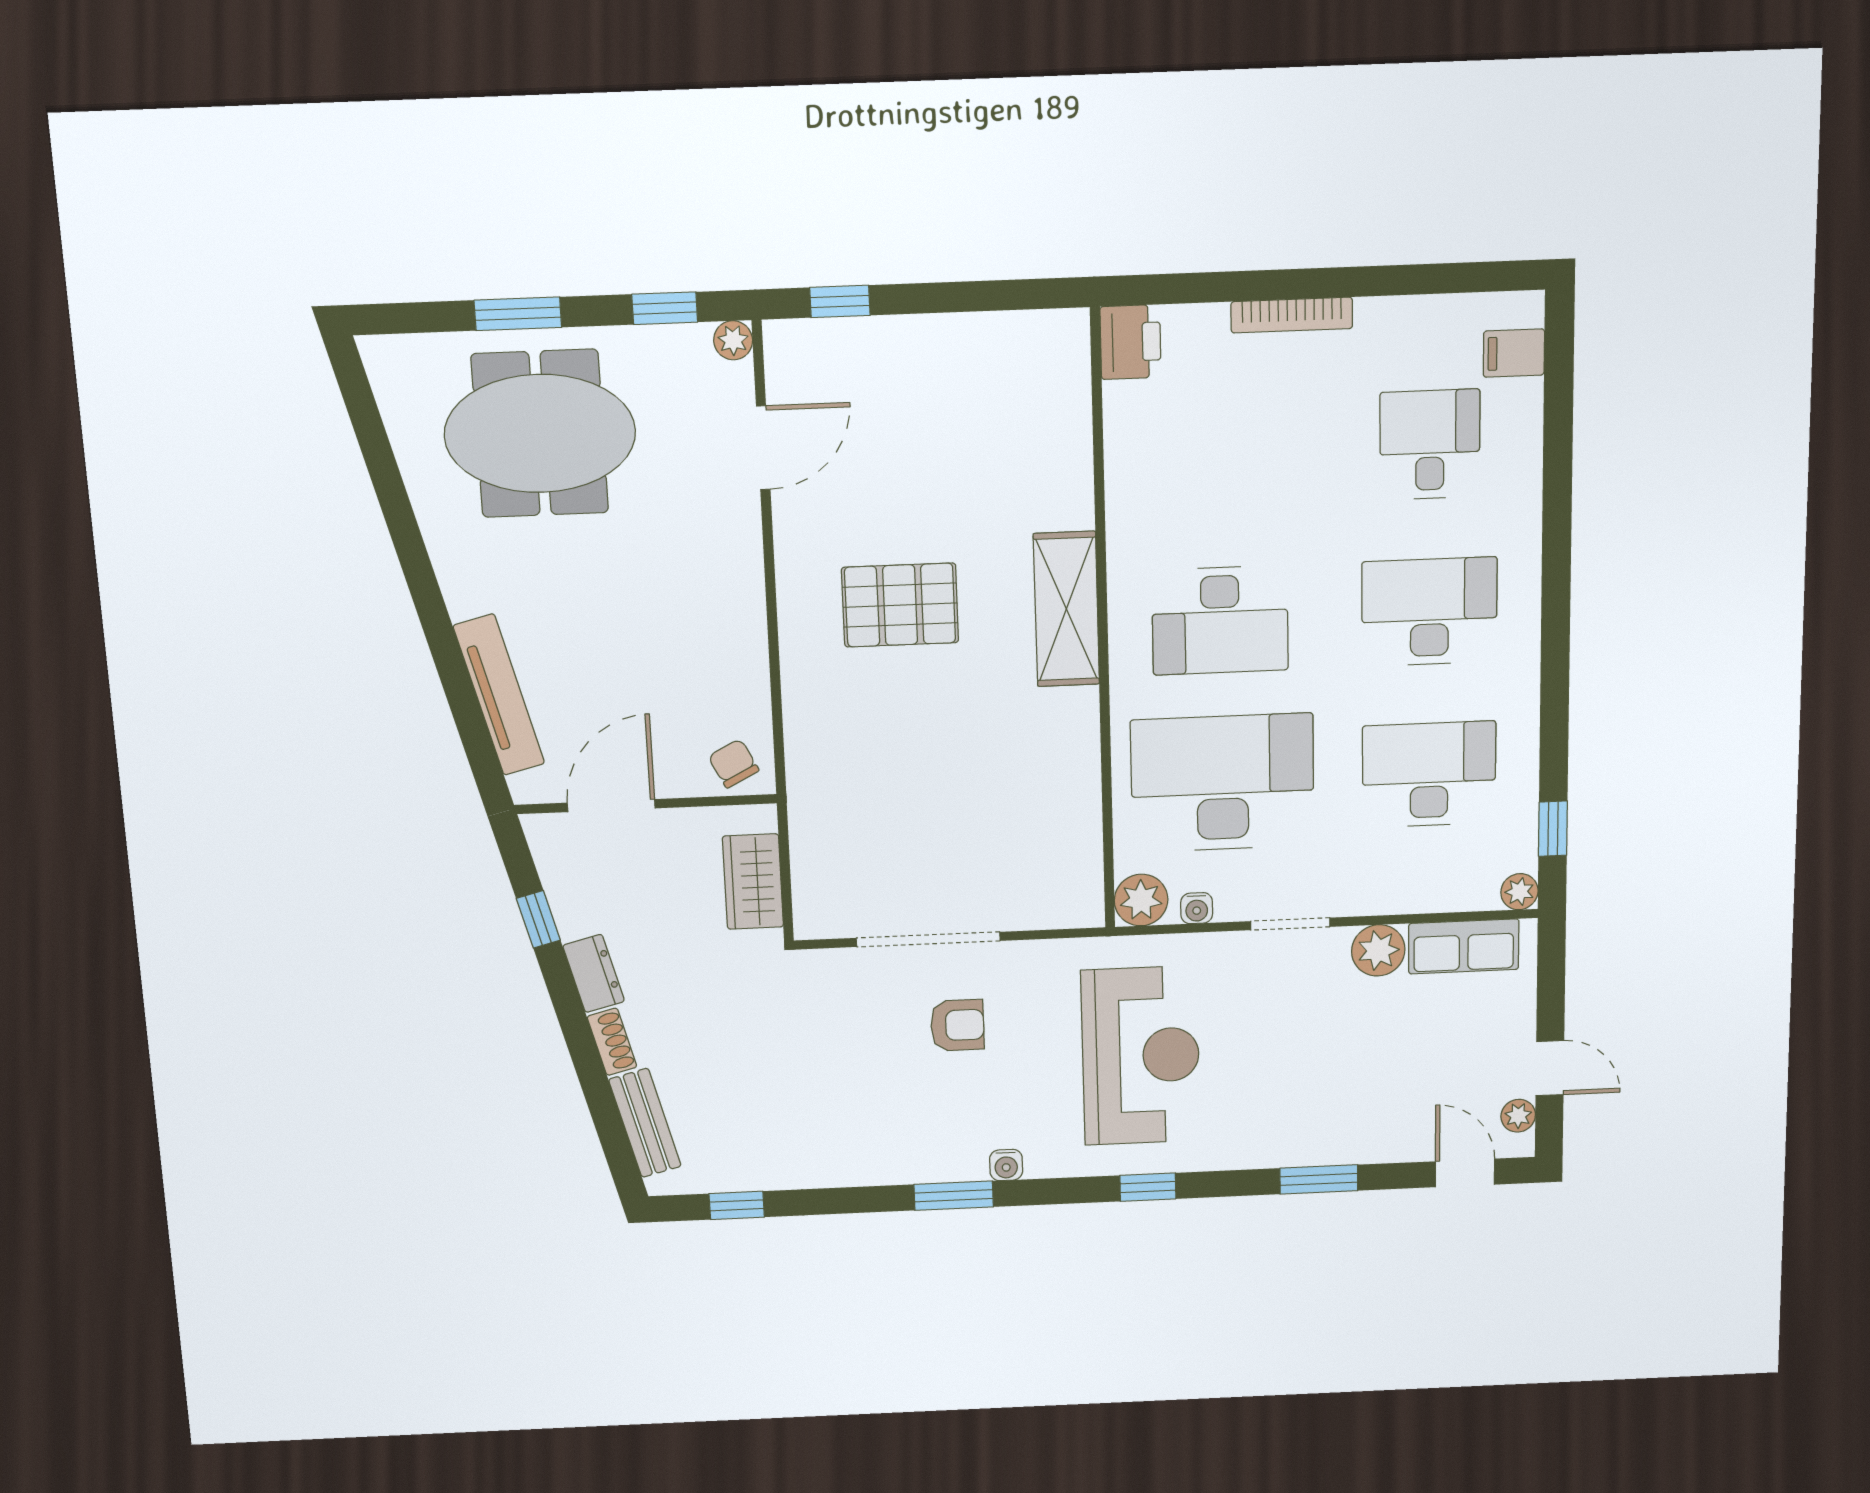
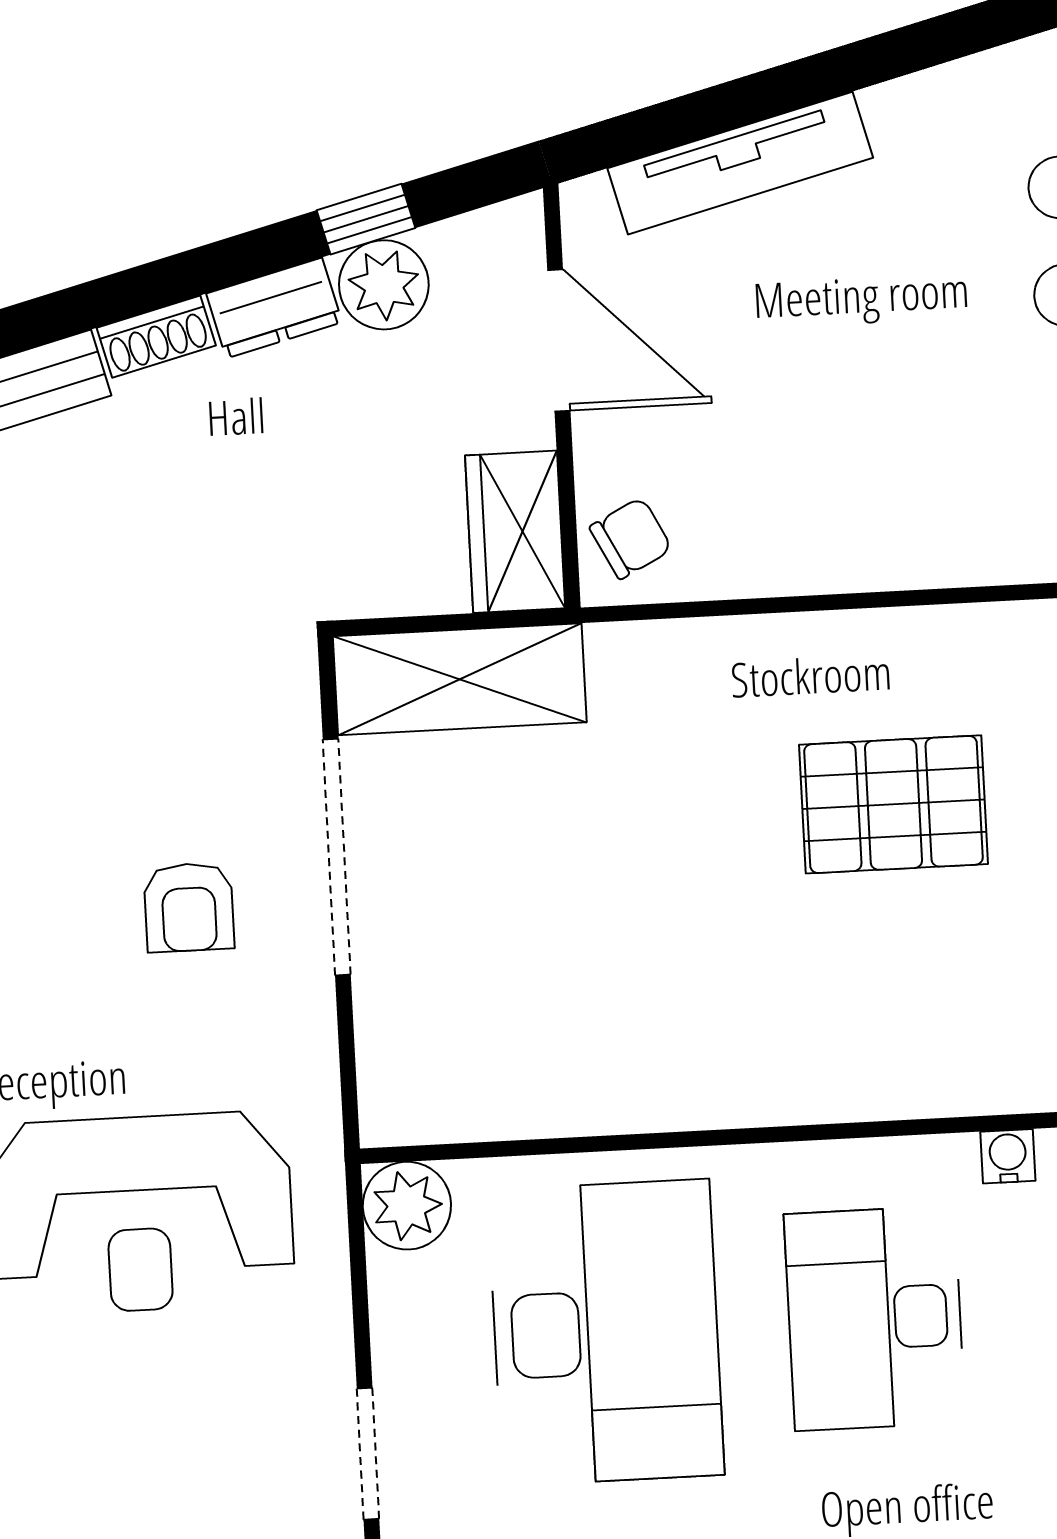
pallet: (900, 605) -> (893, 804), turned 90
shelving: (1066, 609) -> (460, 679), moved
wardrobe: (753, 882) -> (515, 532), moved, turned -90
water cooler: (1197, 908) -> (1008, 1156), moved, turned 90
plant: (578, 909) -> (384, 285), added

